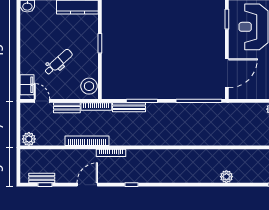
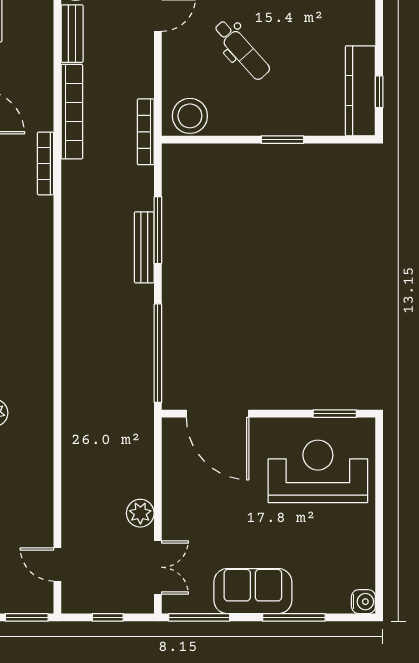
bench: (129, 107) -> (144, 247), moved
bench: (67, 108) -> (72, 34), moved

